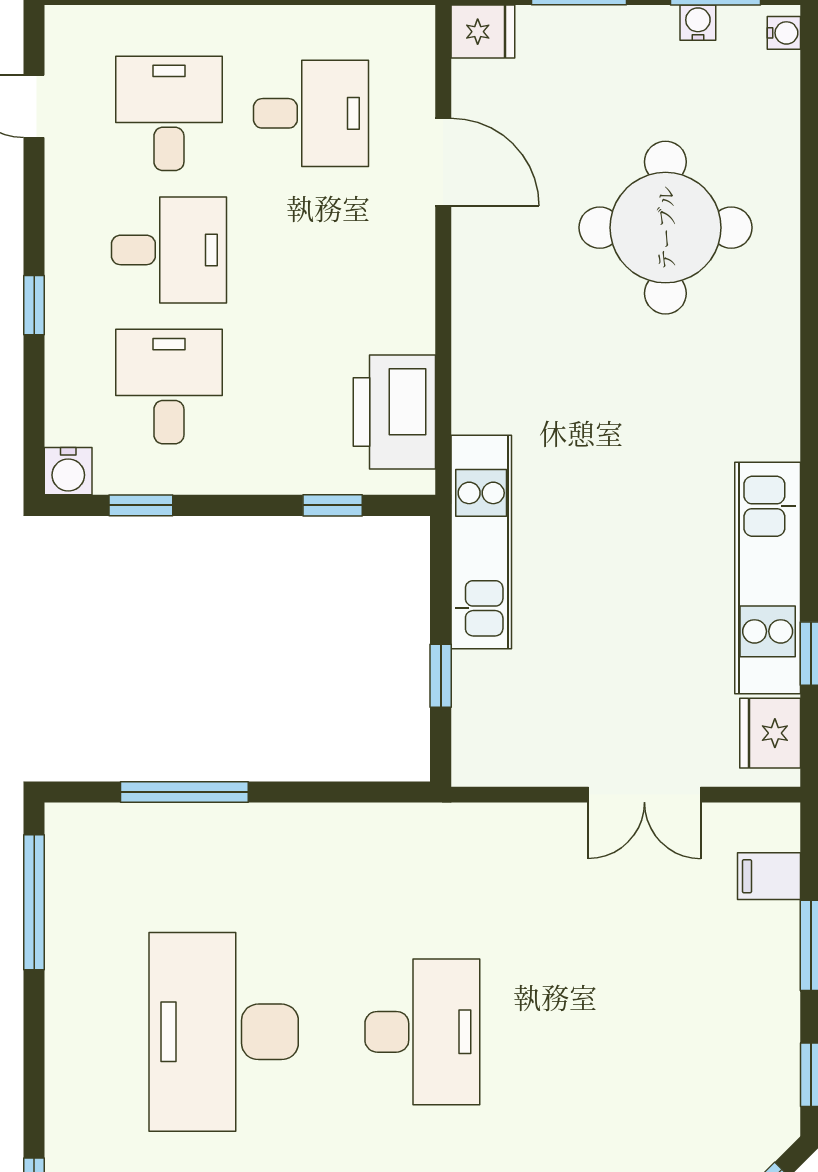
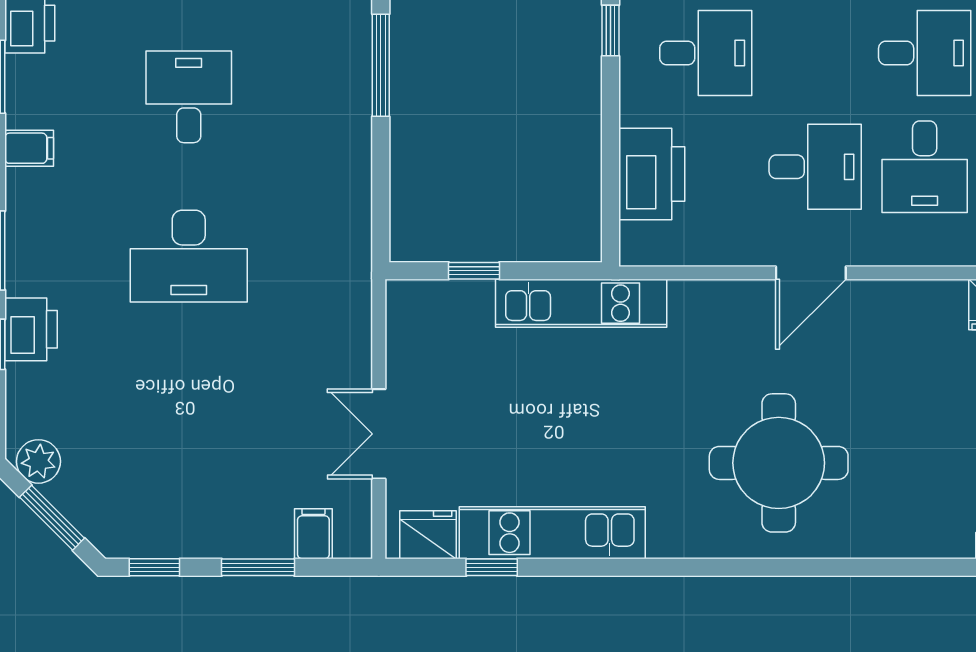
door: (443, 162) -> (811, 273), moved
round table: (665, 228) -> (779, 463), moved
desk: (169, 250) -> (815, 167), moved, turned -90
printer: (394, 412) -> (652, 174), moved, turned 90
window: (333, 505) -> (611, 184), removed
desk: (224, 1032) -> (189, 97), width x0.53, depth x0.77

